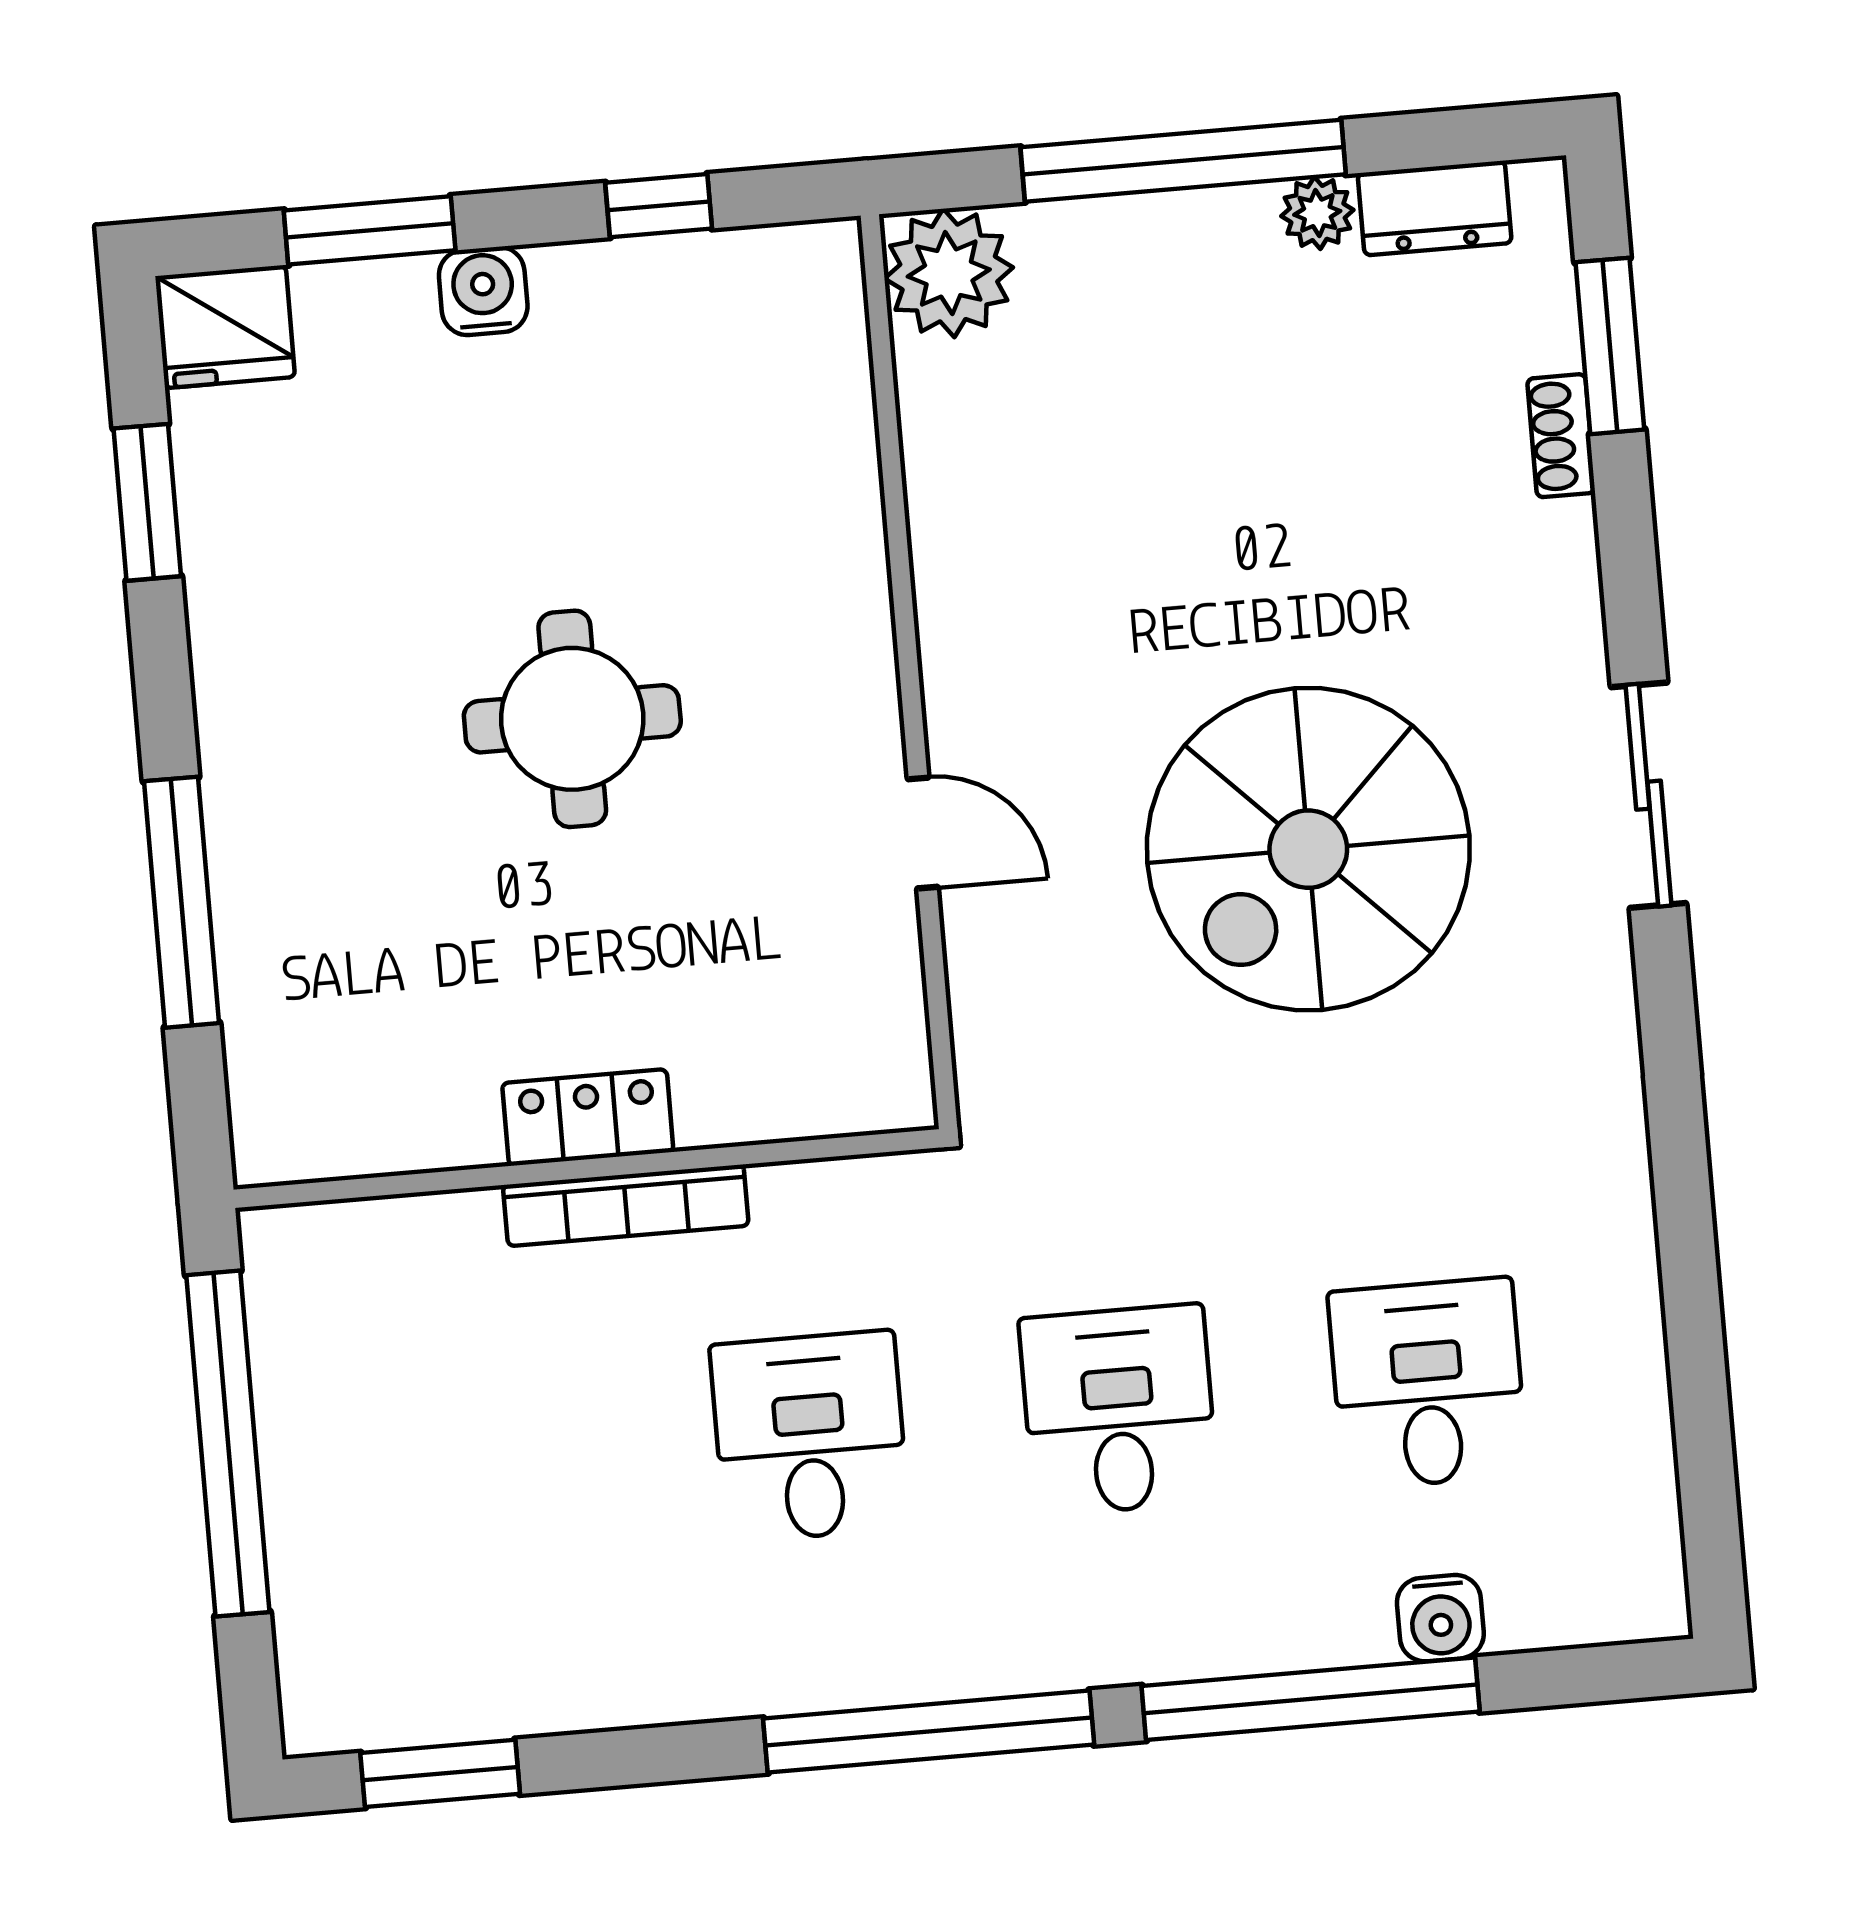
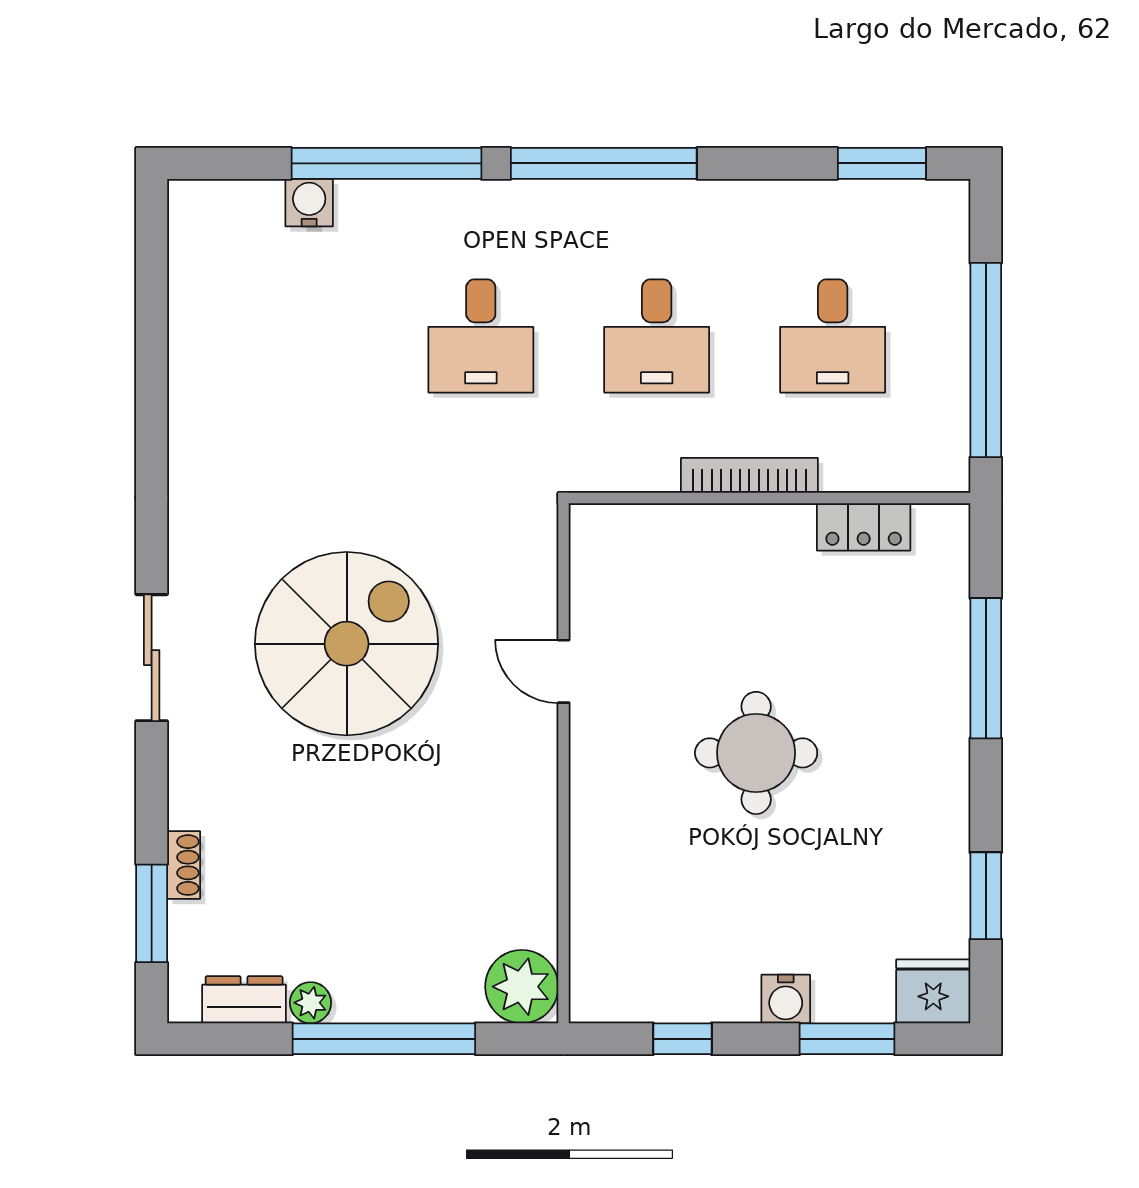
locker: (588, 1118) -> (864, 527), moved
desk: (1428, 1383) -> (833, 336), moved

